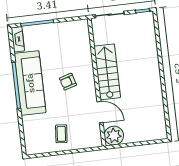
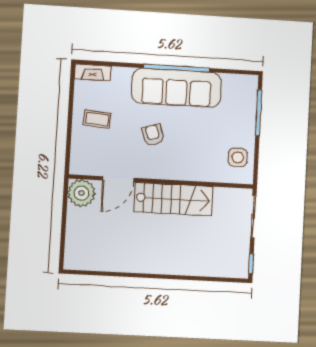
side table: (71, 32) -> (238, 157), added
fireplace: (18, 39) -> (93, 72), moved
armchair: (68, 82) -> (153, 135), moved

